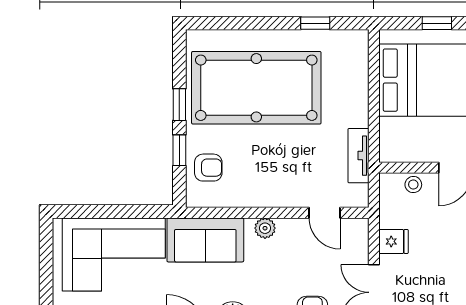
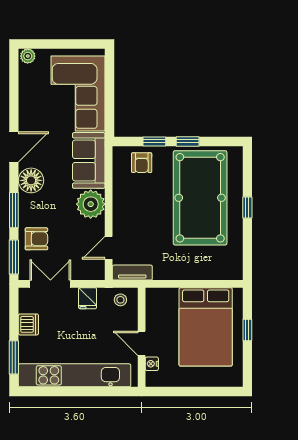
window: (315, 23) -> (247, 207), moved
tv unit: (359, 156) -> (132, 273), moved
stool: (413, 185) -> (120, 300), moved
plant: (265, 228) -> (91, 204), width x1.88, depth x1.88

